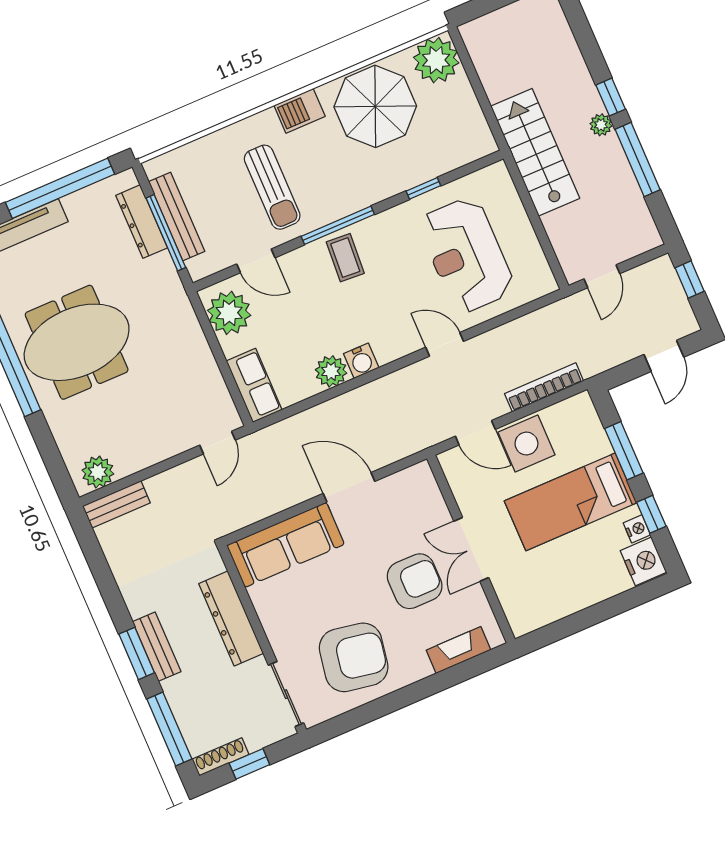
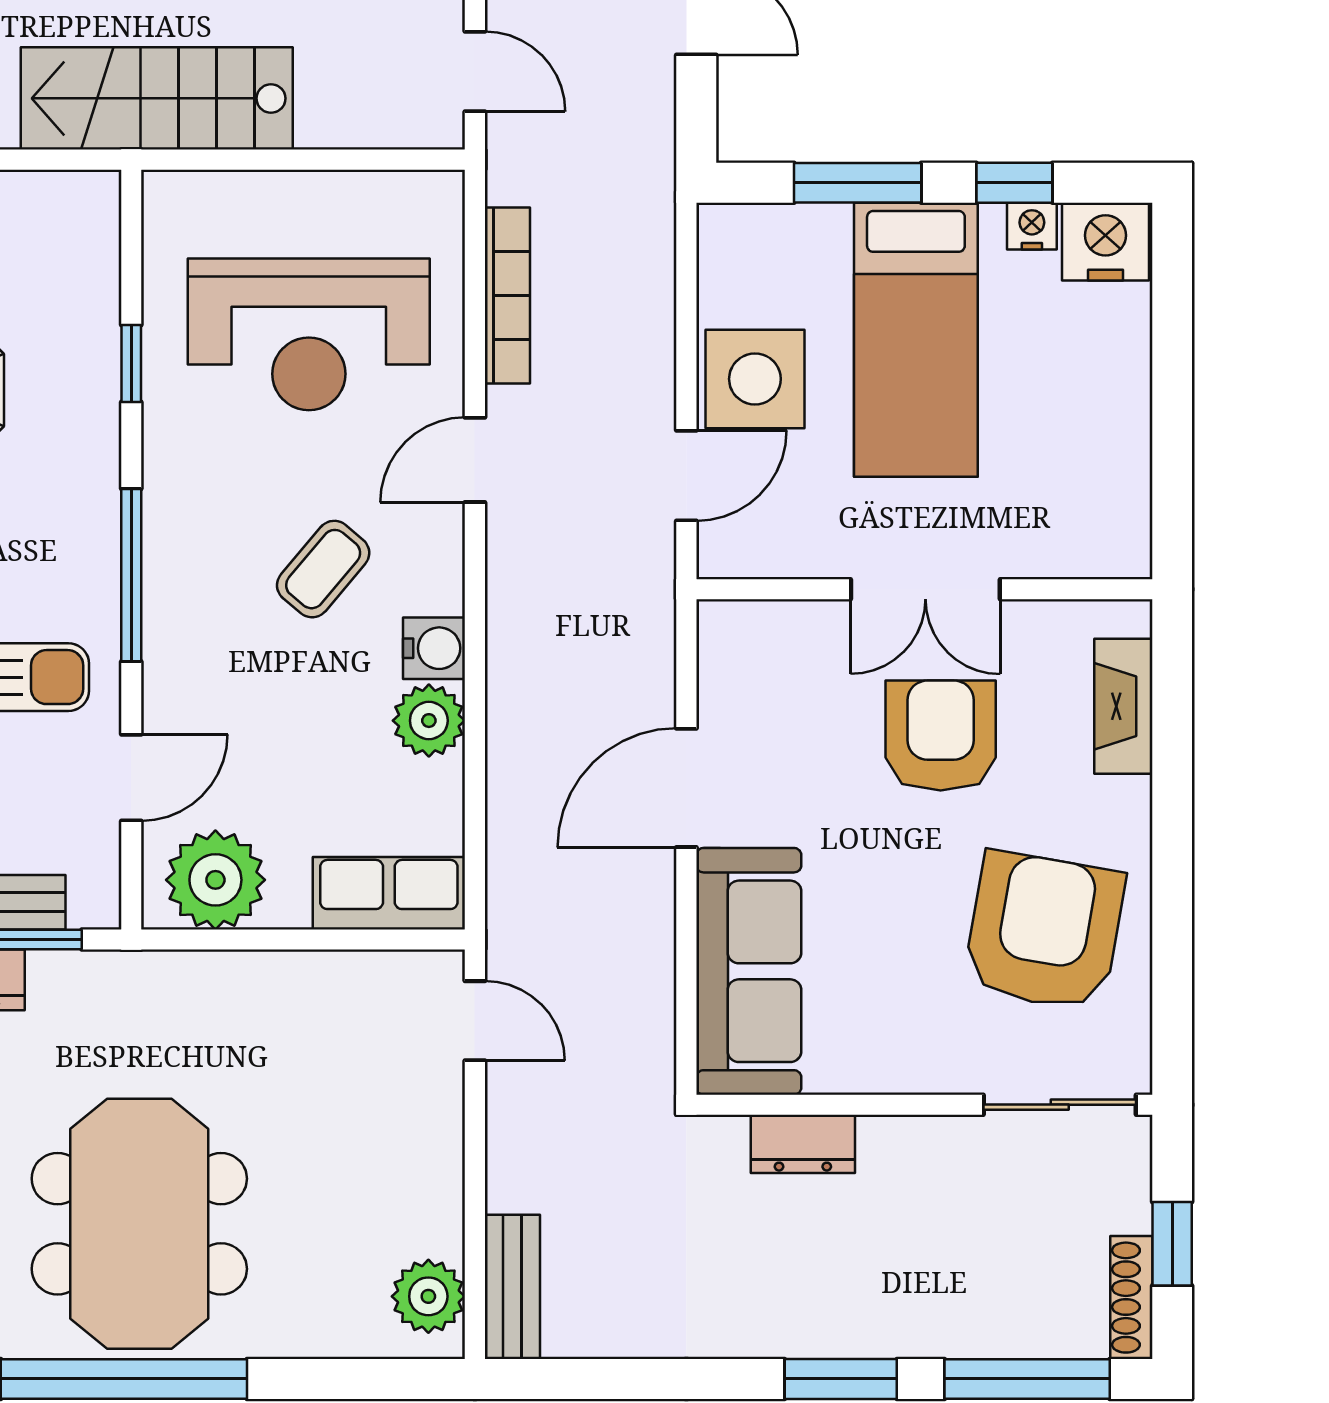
coffee table: (345, 258) -> (323, 569), moved, turned -54
bookcase: (544, 387) -> (507, 296), moved, turned 180
dresser: (231, 618) -> (803, 1144), width x0.51, depth x0.80
bench: (157, 647) -> (845, 1331), removed

